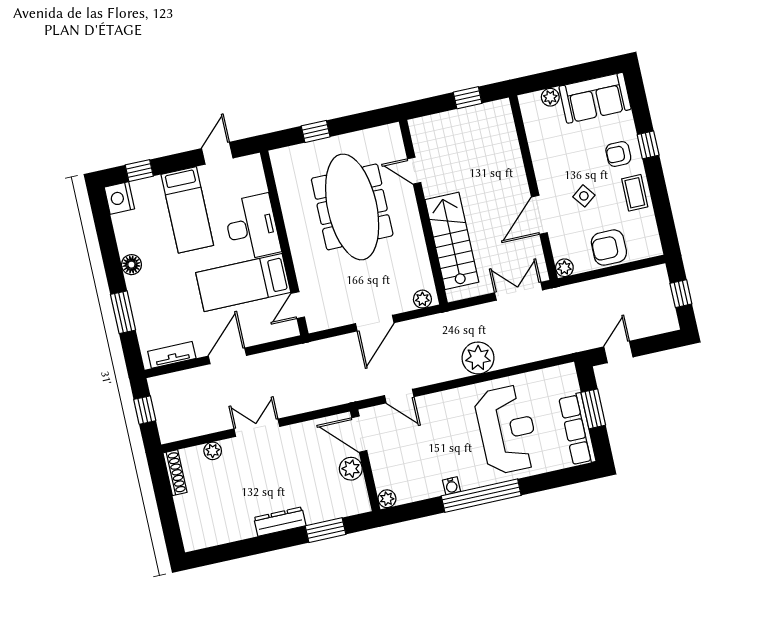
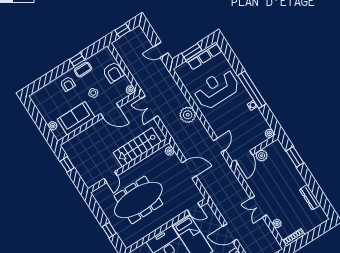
sofa: (595, 98) -> (76, 118), moved, turned -90
window: (648, 145) -> (77, 60), moved
dresser: (280, 522) -> (310, 197), moved

